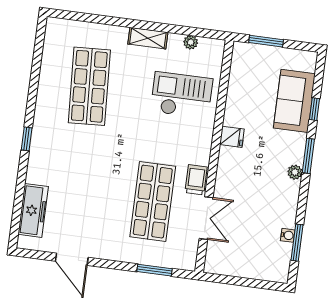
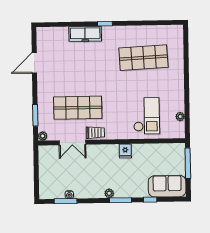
shelving: (148, 38) -> (179, 90), removed
window: (266, 41) -> (188, 163), width x1.44
sofa: (294, 101) -> (167, 186), moved
freezer: (33, 210) -> (85, 34), moved
plant: (189, 263) -> (43, 136), added

